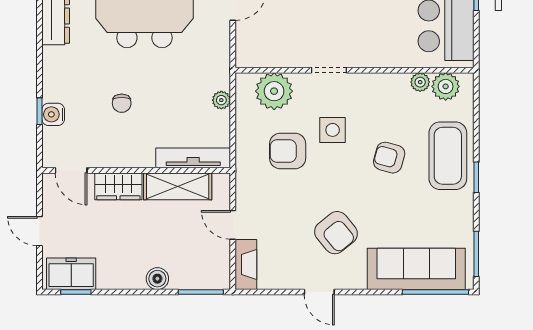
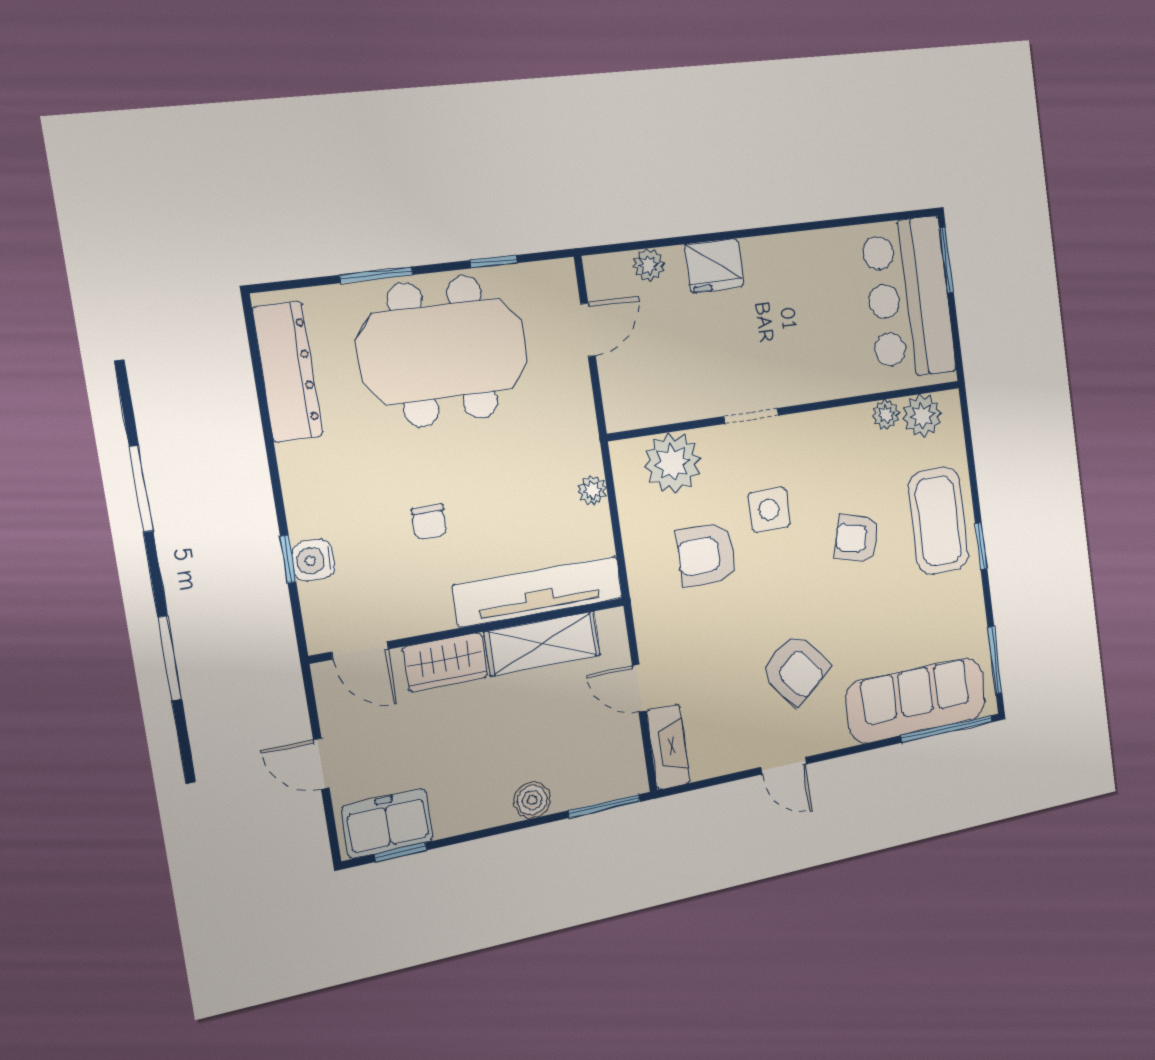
tv unit: (193, 158) -> (538, 592), width x1.36, depth x1.29

